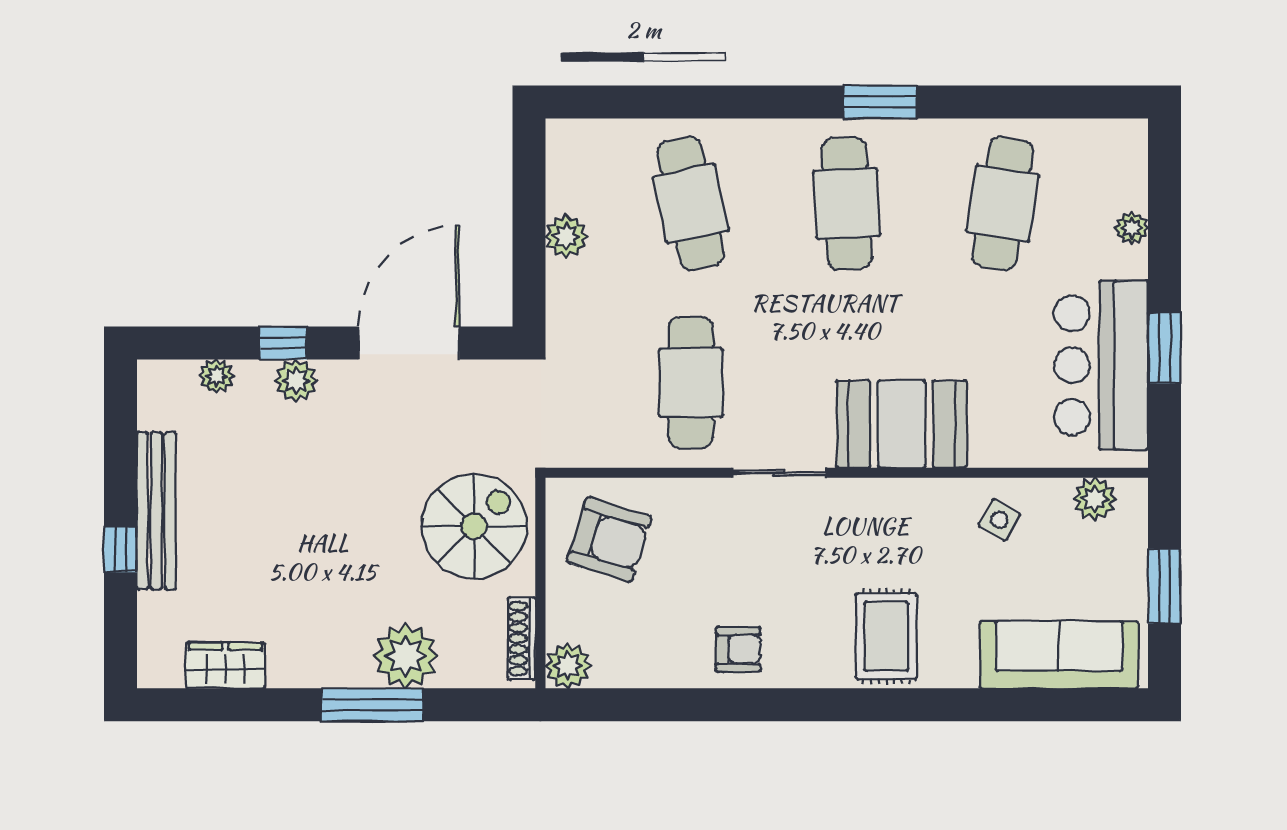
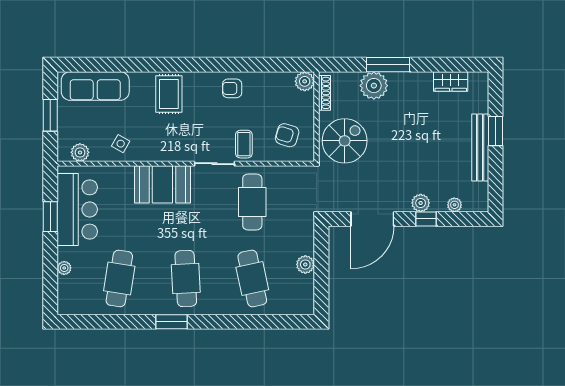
coffee table: (710, 519) -> (244, 144), added
spiral stairs: (474, 526) -> (345, 141), turned 180
armchair: (609, 539) -> (287, 135), width x0.72, depth x0.72
window: (120, 549) -> (495, 131), width x1.50

